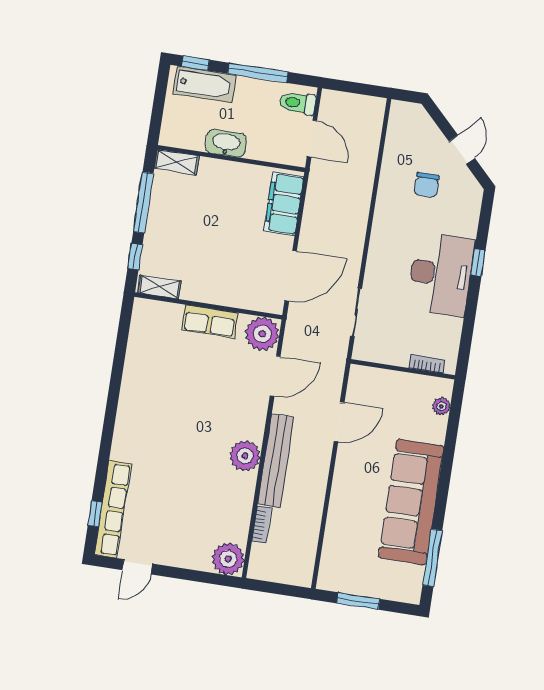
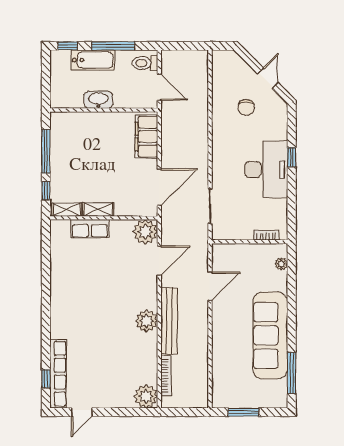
bathtub: (205, 84) -> (93, 60), moved
shelving: (177, 162) -> (98, 209), moved
row of seats: (210, 321) -> (90, 229), moved
bookcase: (262, 525) -> (166, 376), width x1.56

